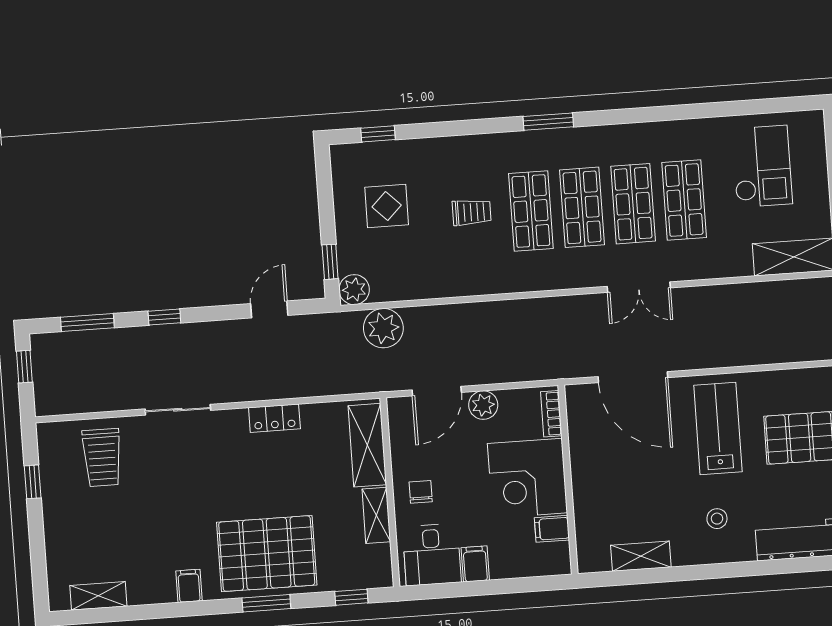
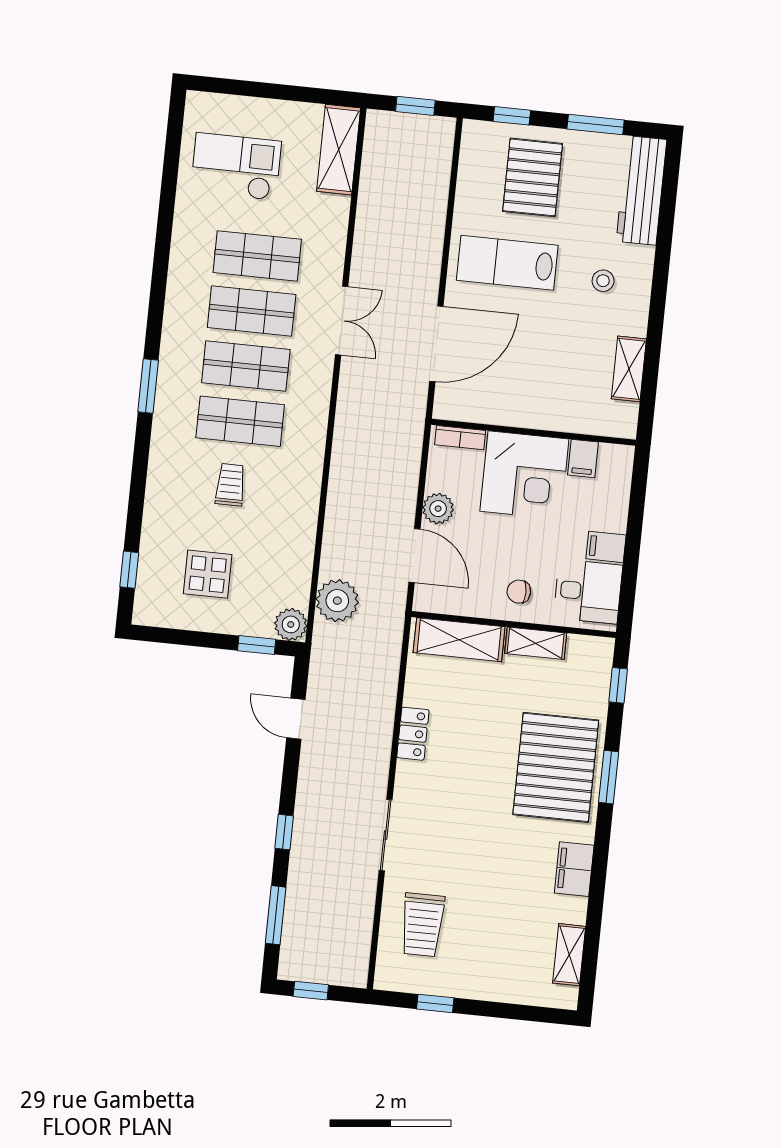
trolley: (102, 458) -> (422, 925), turned 90
filing cabinet: (189, 586) -> (574, 869), width x2.00

